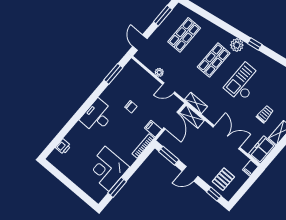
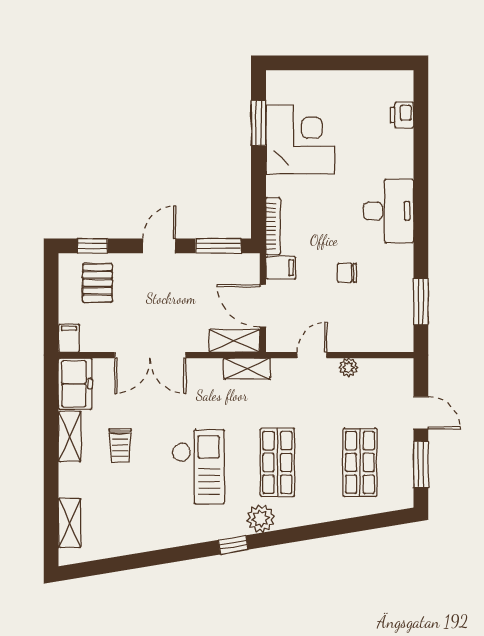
door: (140, 43) -> (421, 413), moved

